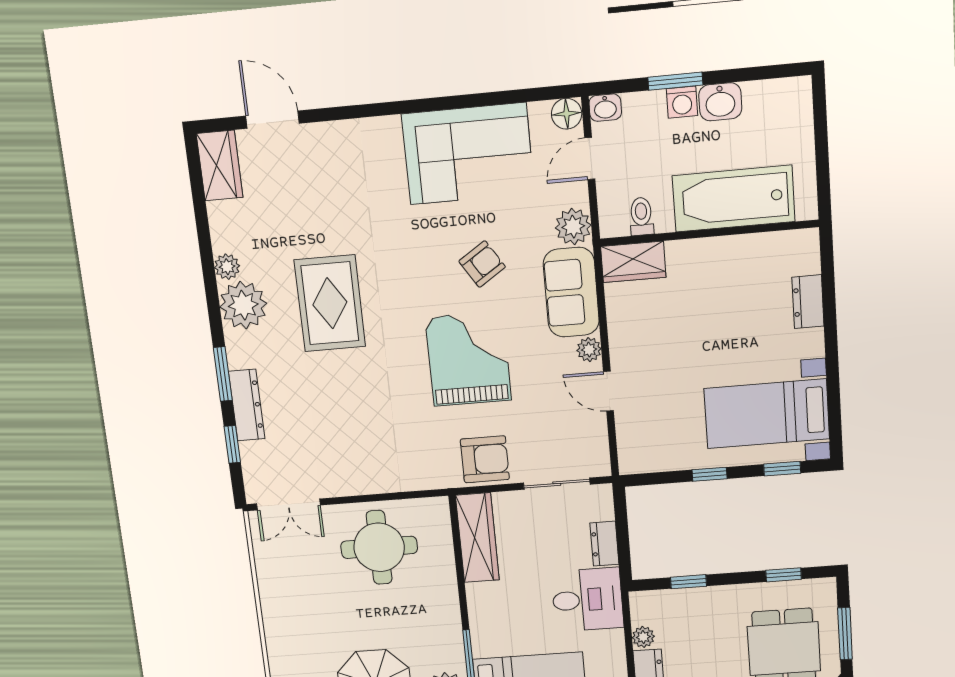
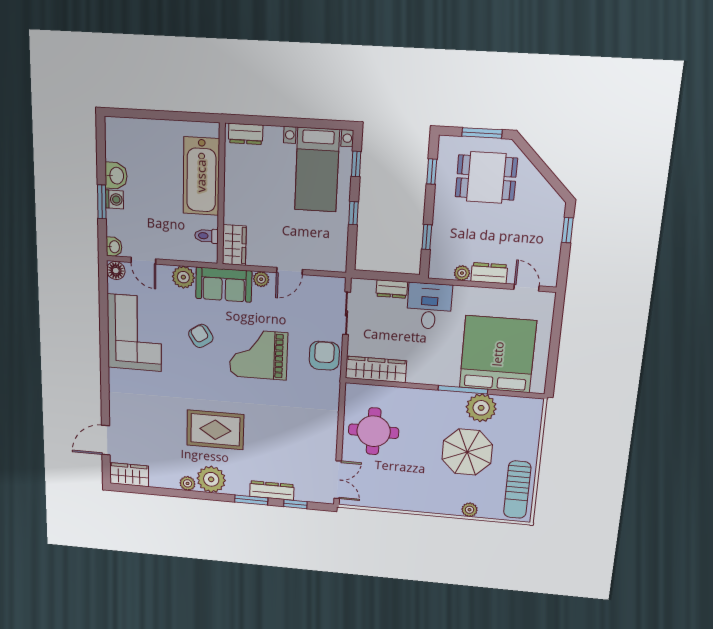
bathtub: (734, 199) -> (201, 176), moved
toilet: (641, 216) -> (207, 236), moved
wall: (709, 233) -> (221, 195), moved
wardrobe: (633, 262) -> (234, 245), moved

